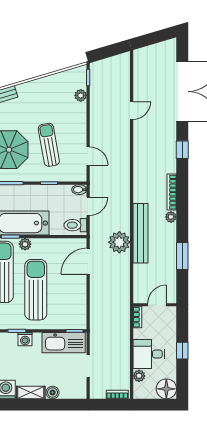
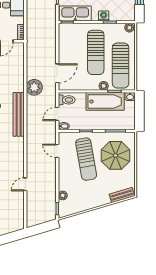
sun lounger: (49, 145) -> (86, 159), width x1.36, depth x1.34
bench: (140, 233) -> (19, 114), moved

